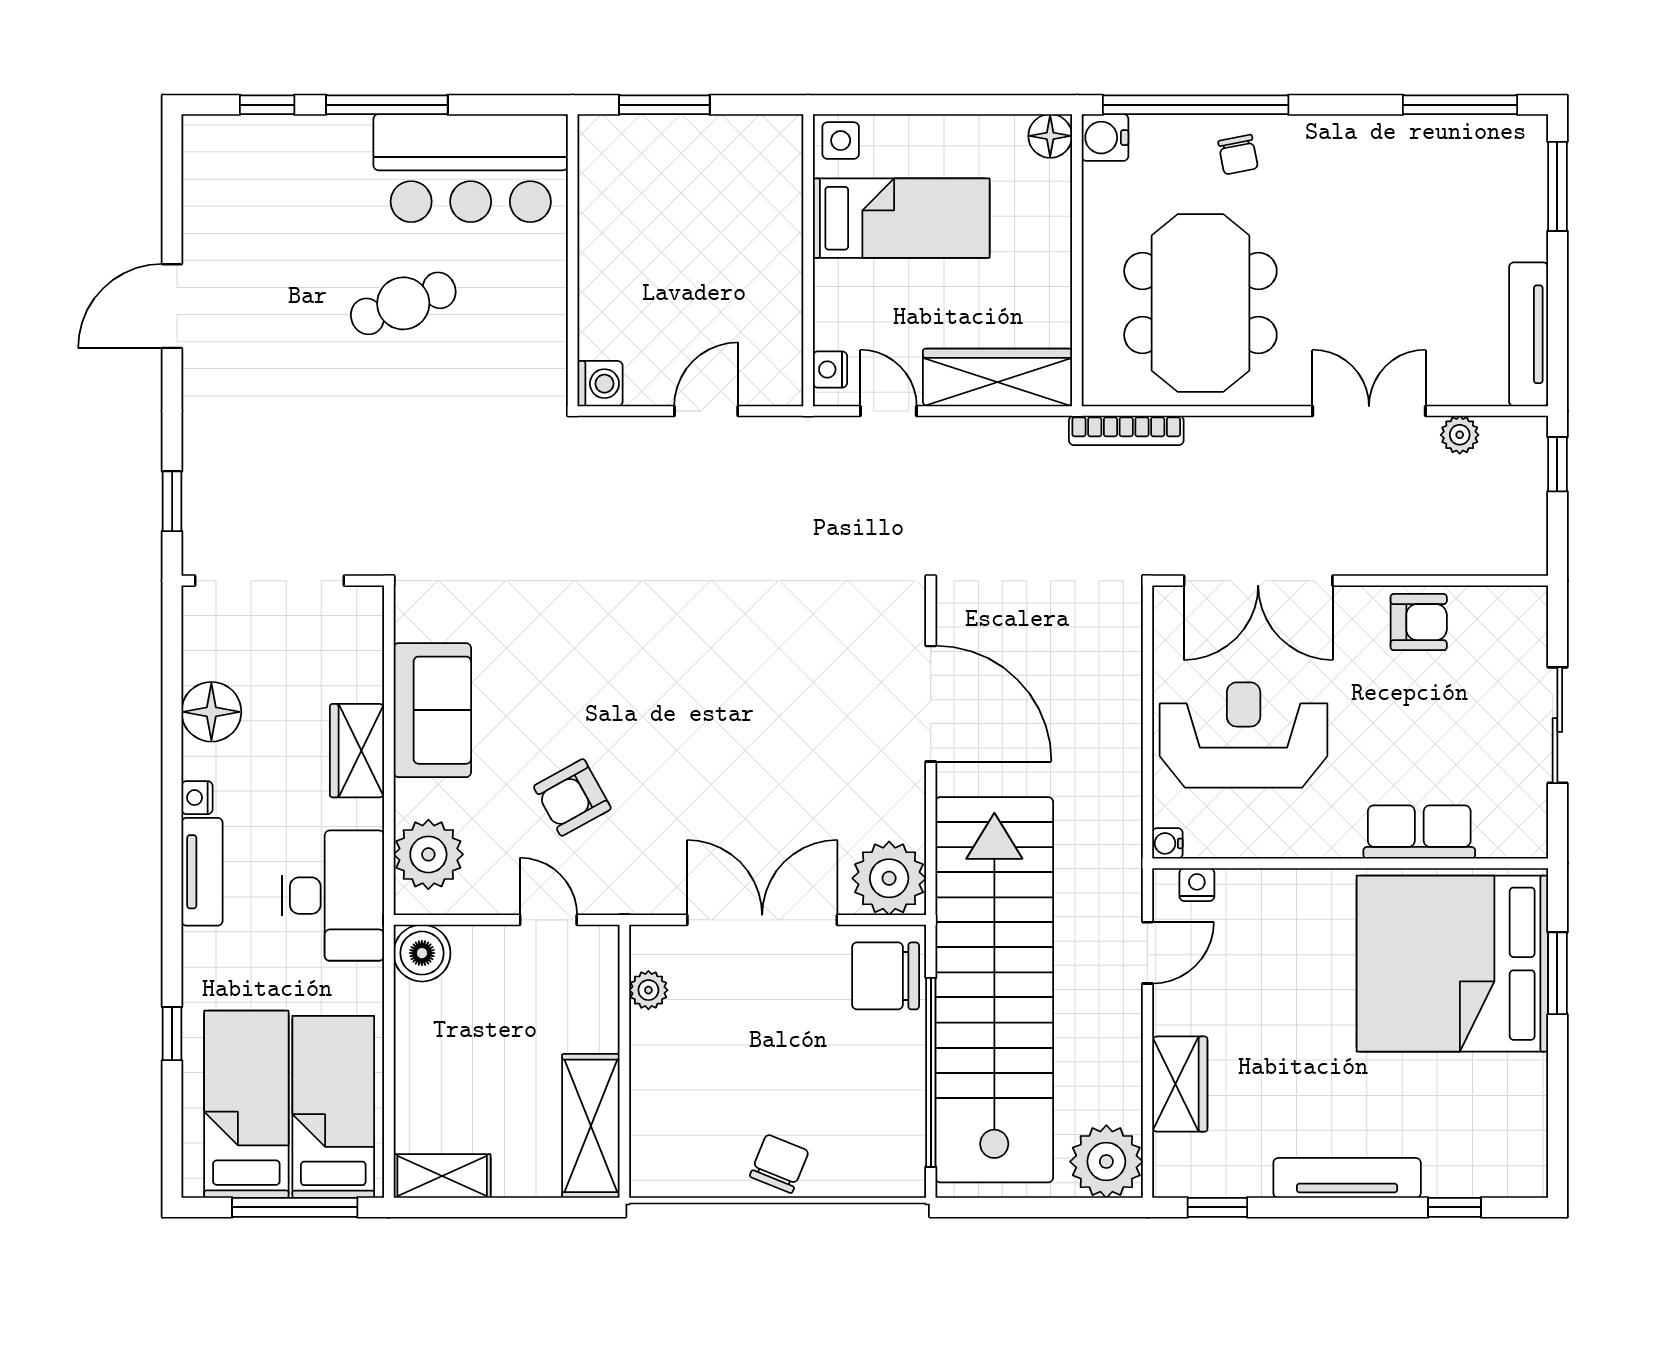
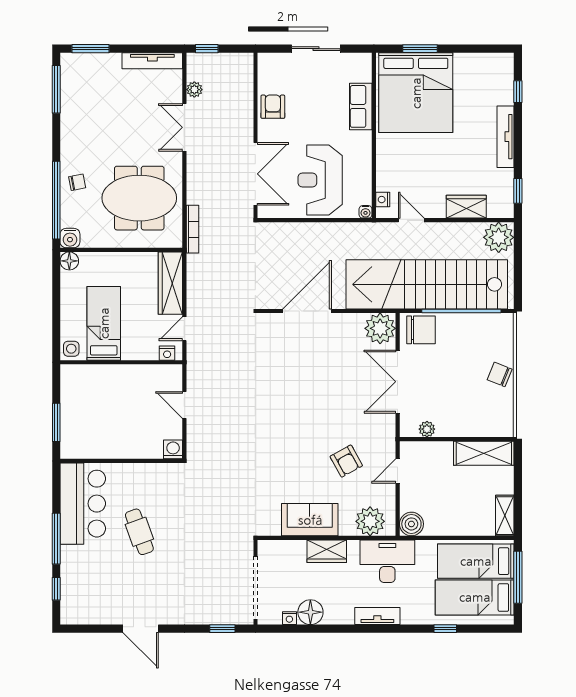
nightstand: (197, 798) -> (289, 618), moved
chair: (886, 976) -> (421, 330), turned -90

